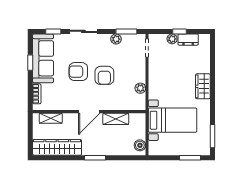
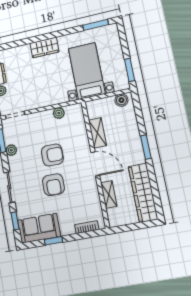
sofa: (43, 58) -> (39, 228), width x0.73
shelving: (51, 118) -> (109, 194), moved
window: (190, 158) -> (130, 70), moved

